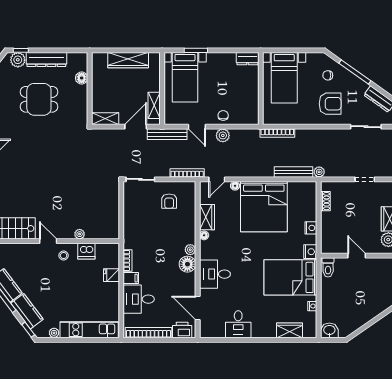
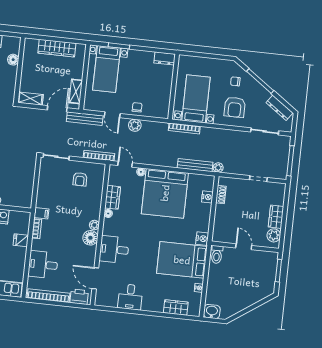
bed with nightstands: (284, 78) -> (196, 99), moved, turned 180
armchair: (330, 104) -> (235, 107), turned 90
door: (217, 179) -> (125, 164), swing flipped
nightstand: (311, 228) -> (207, 197), moved
filing cabinet: (131, 278) -> (41, 213), moved

